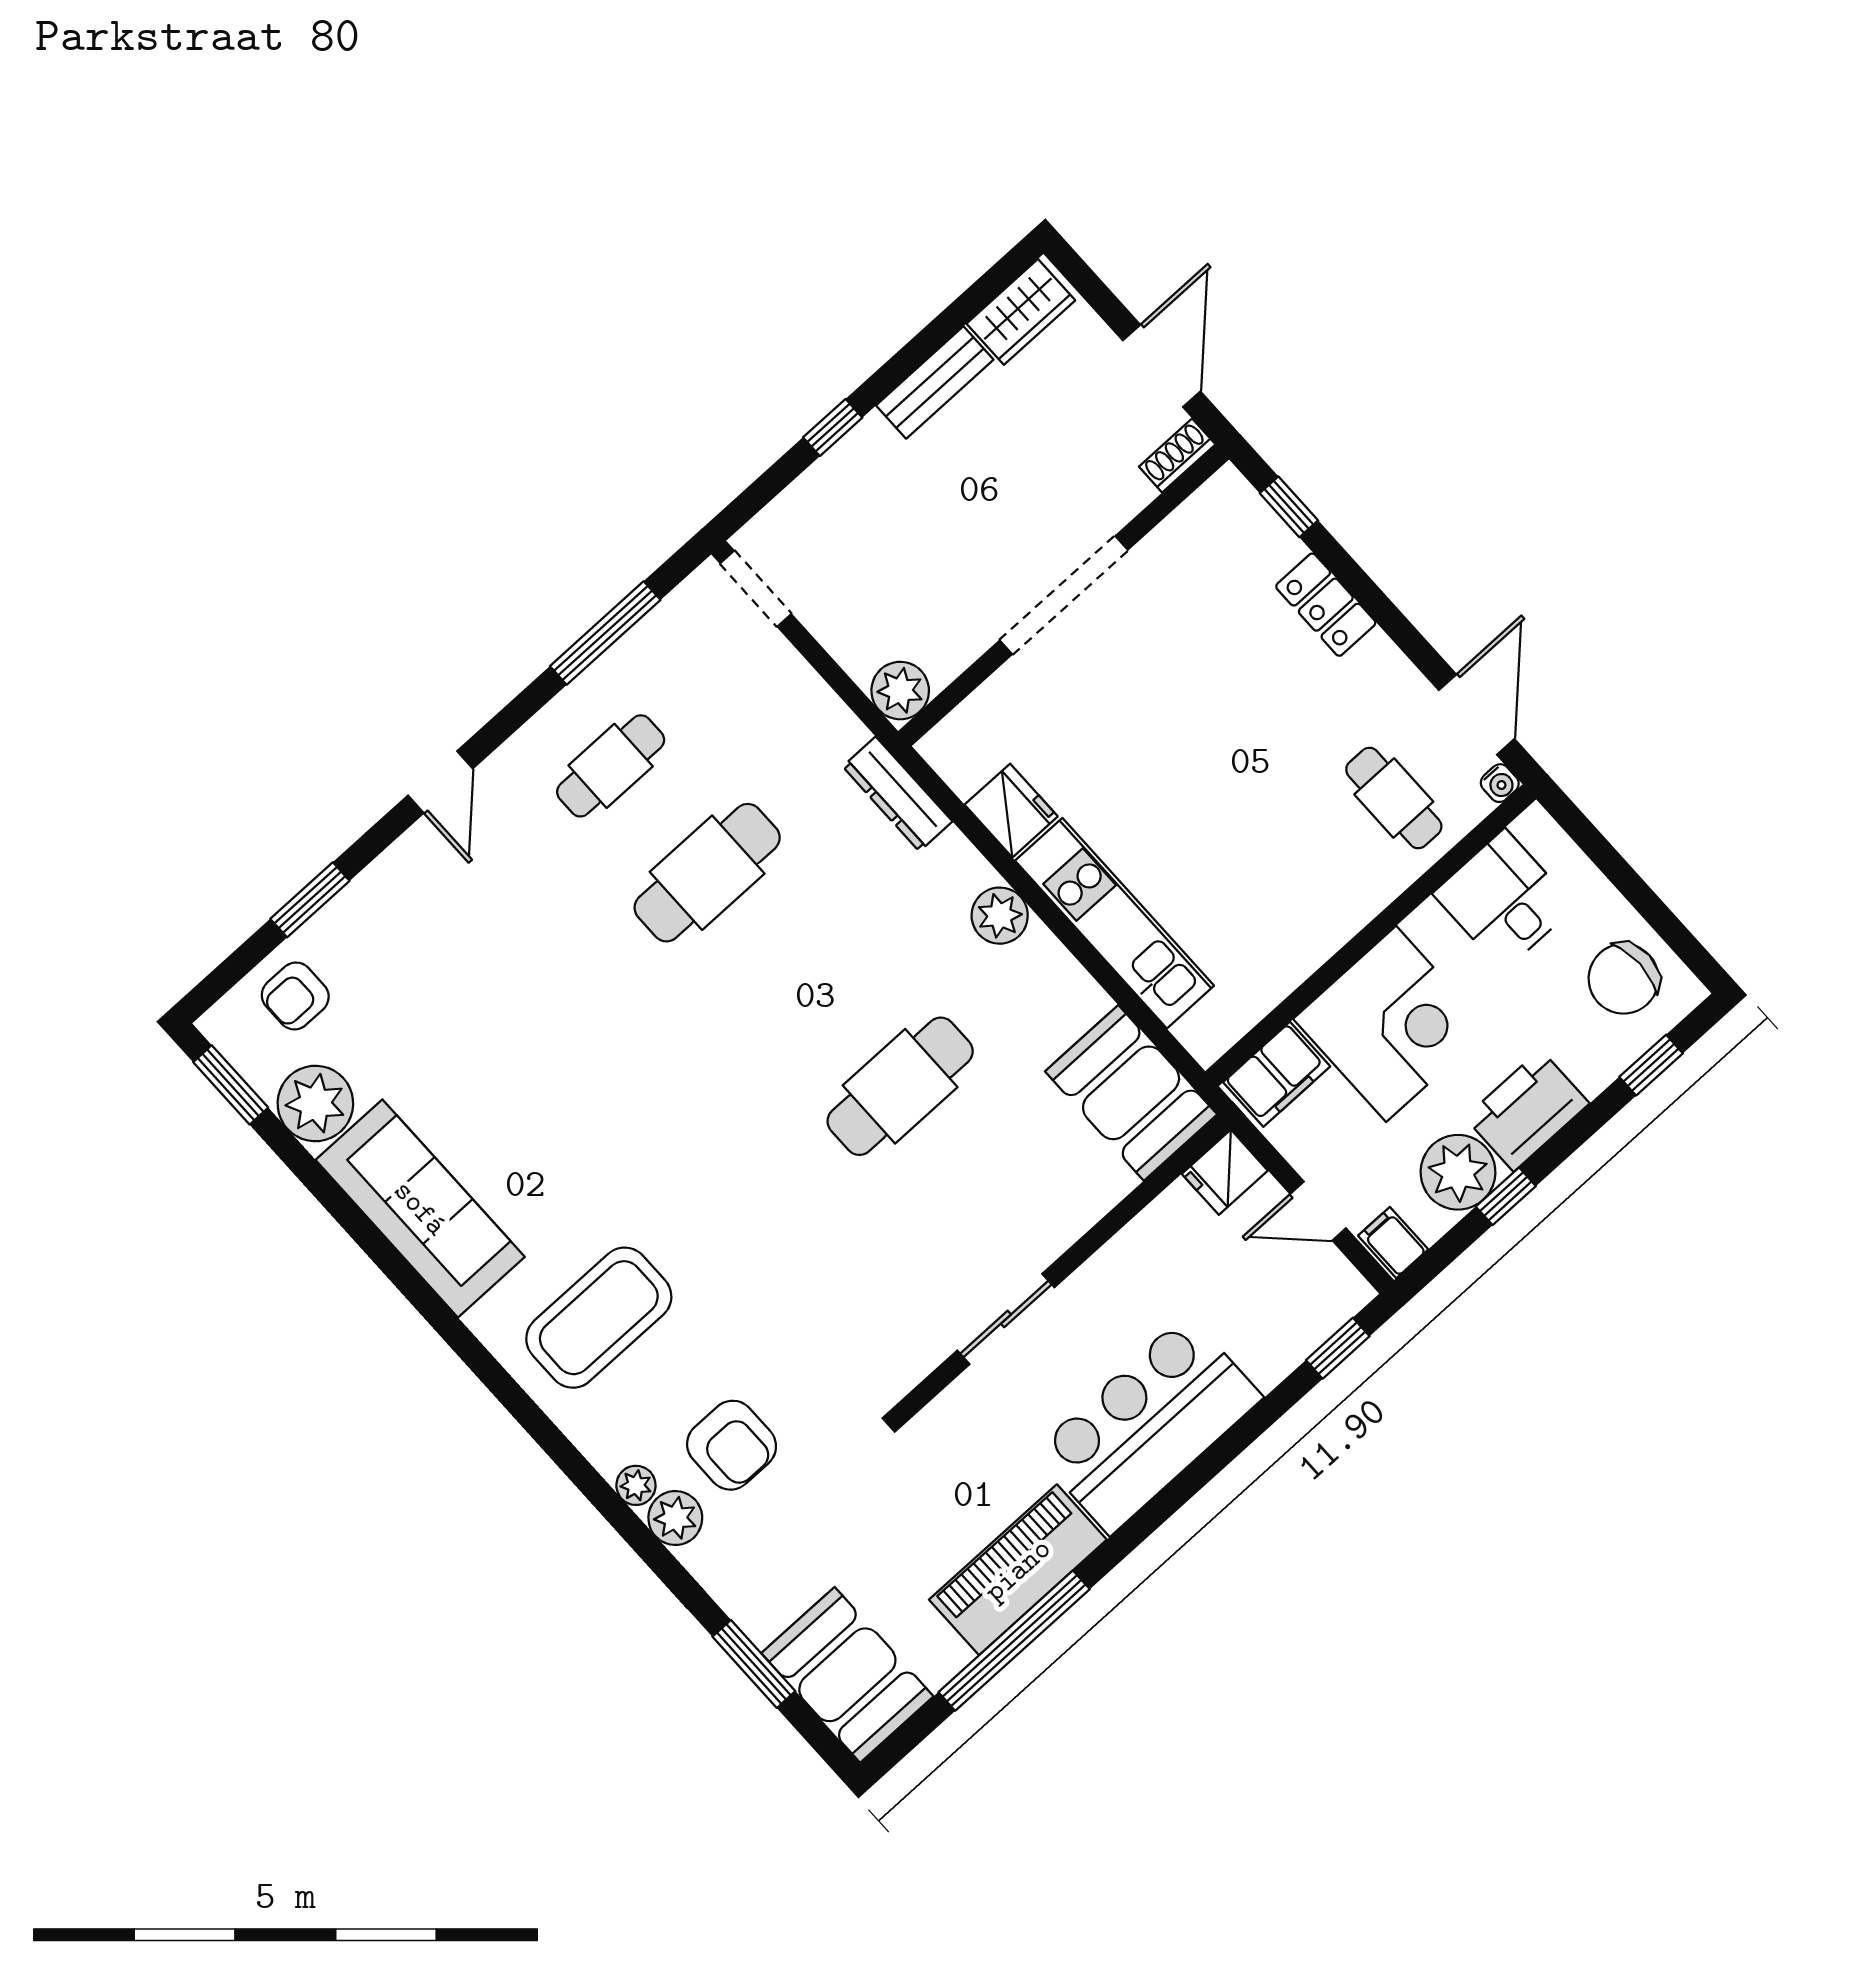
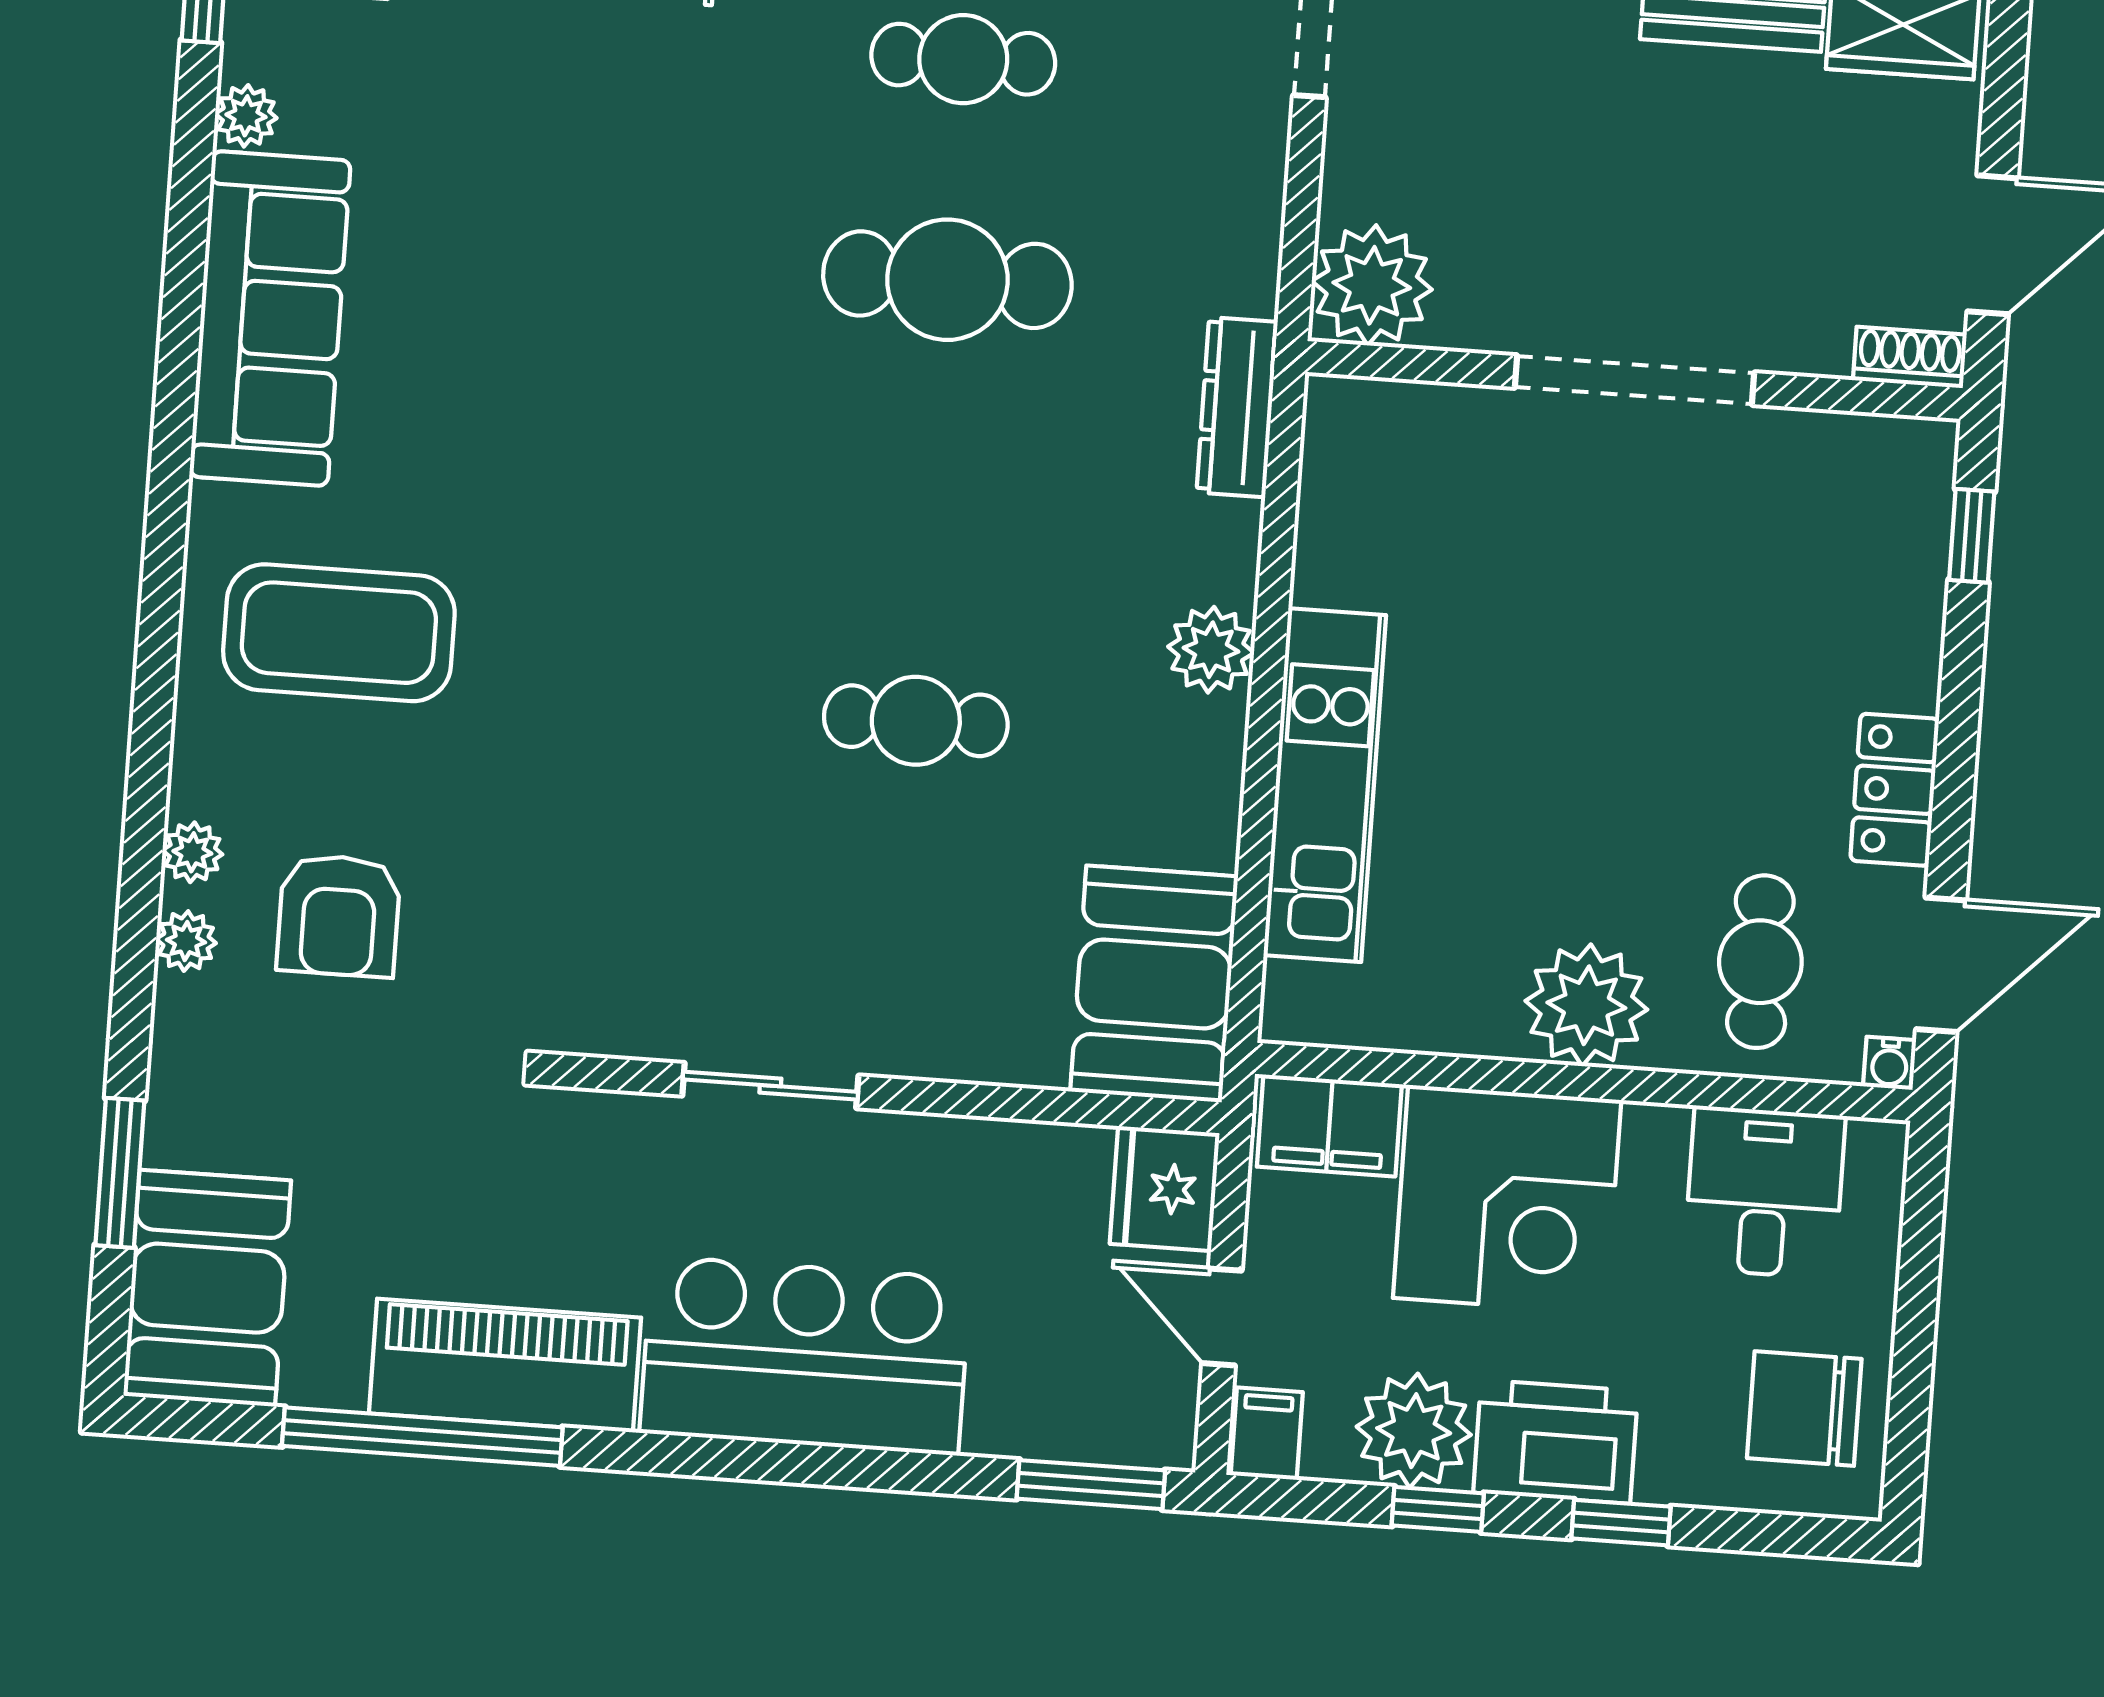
locker: (1326, 605) -> (1895, 790), moved
plant: (900, 691) -> (1372, 285), width x1.36, depth x1.36
fridge: (1011, 811) -> (1340, 551), removed
plant: (1336, 899) -> (1586, 1005), added
window: (1651, 1065) -> (1621, 1523), moved
cafe table: (900, 1086) -> (916, 721), width x0.73, depth x0.74
plant: (315, 1103) -> (246, 116), width x0.53, depth x0.53
fridge: (1225, 1172) -> (1165, 1189), width x1.38
window: (1338, 1348) -> (1091, 1485), width x1.50
plant: (675, 1518) -> (186, 941), width x0.73, depth x0.73

